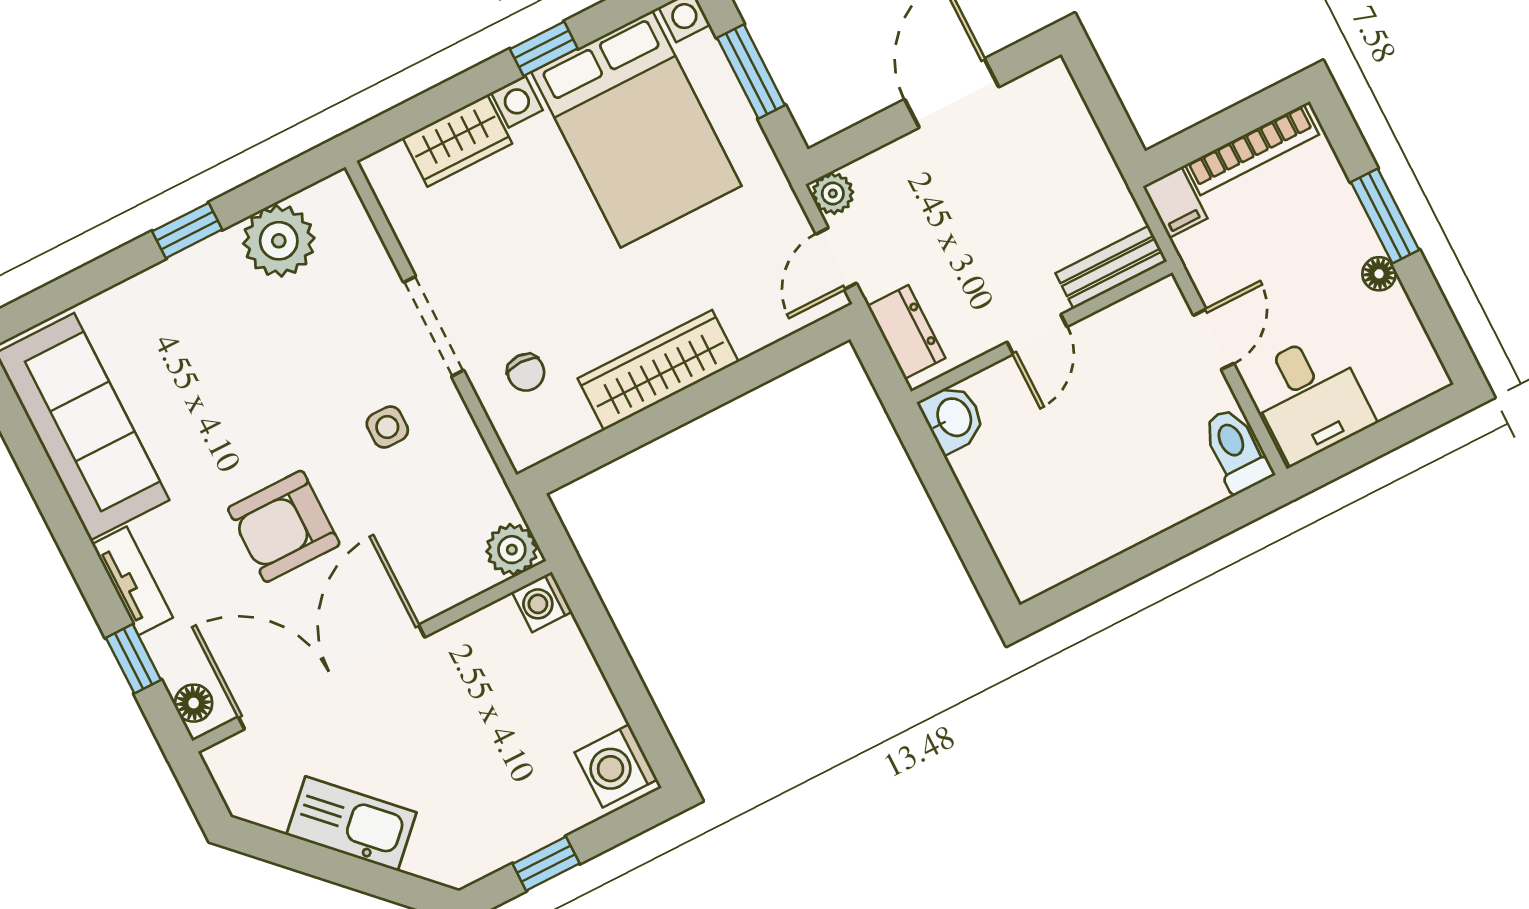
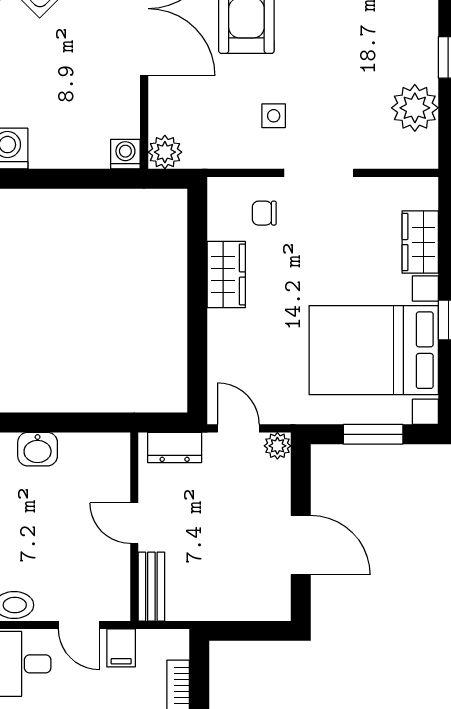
filing cabinet: (1175, 202) -> (121, 648), moved, turned -90
wardrobe: (658, 370) -> (226, 274), width x0.67
washbasin: (953, 418) -> (38, 449), moved

